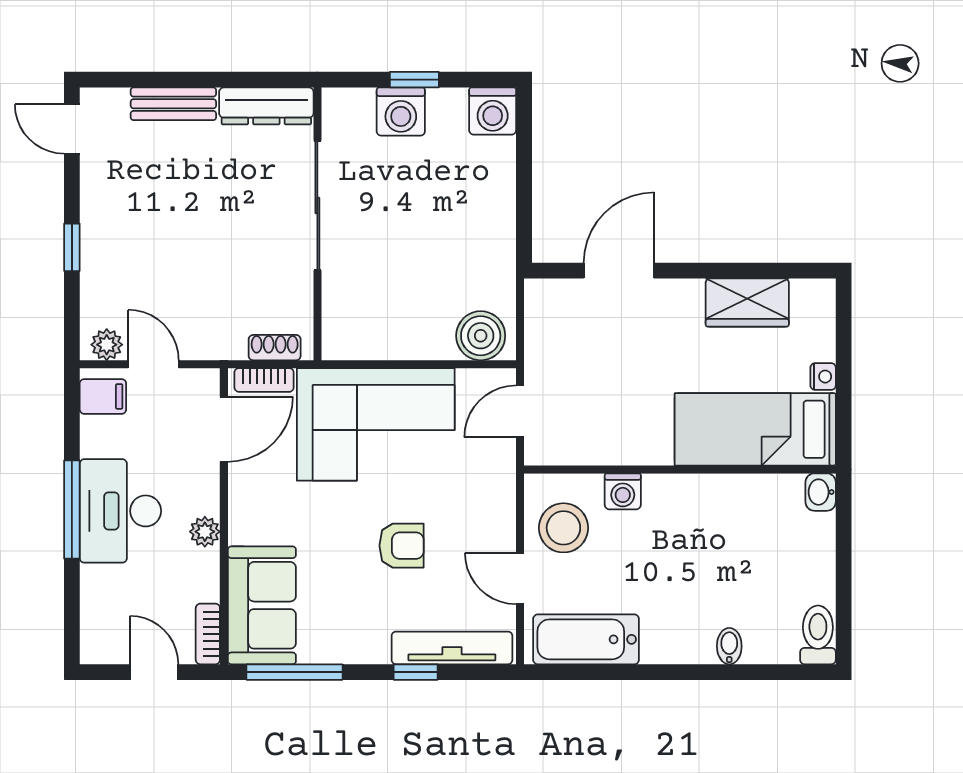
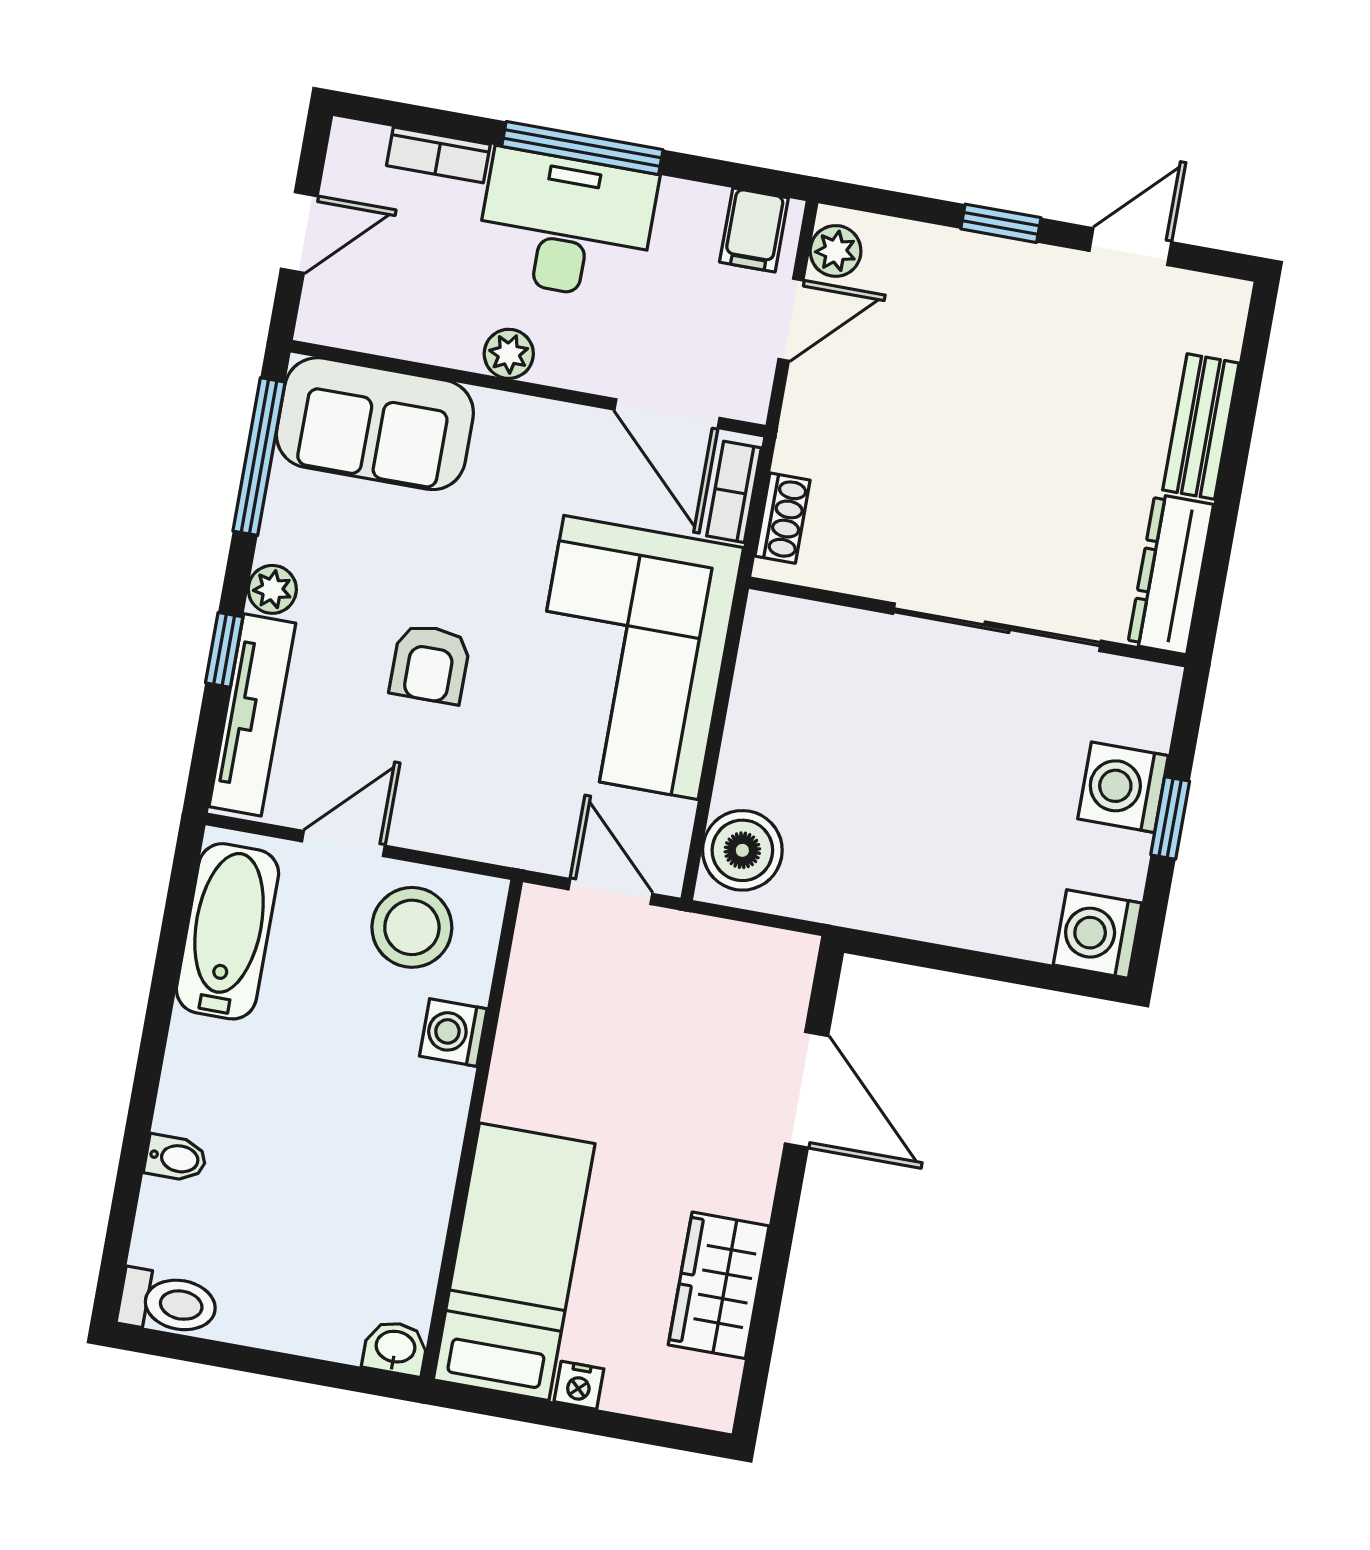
door: (72, 129) -> (1130, 247), moved
bookcase: (208, 634) -> (438, 155), moved, turned 180
plant: (374, 649) -> (272, 589), added

